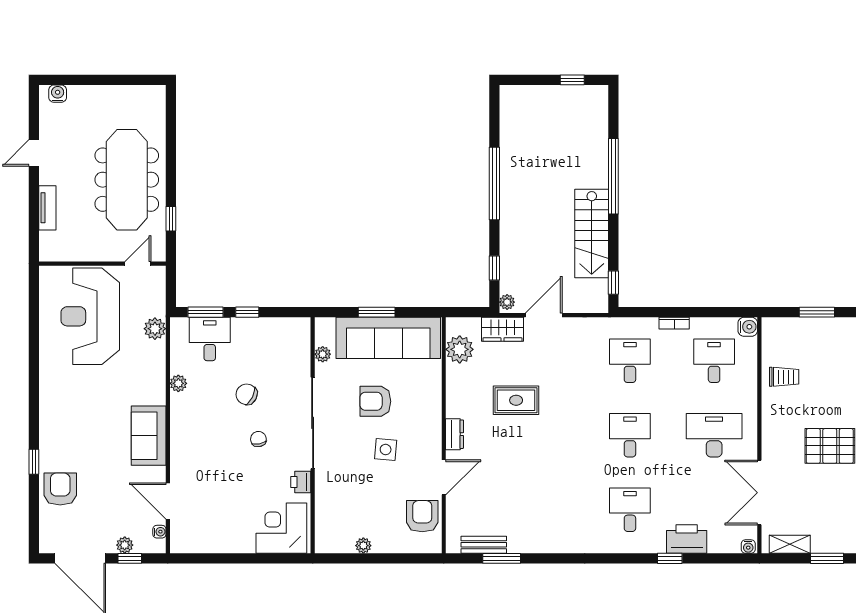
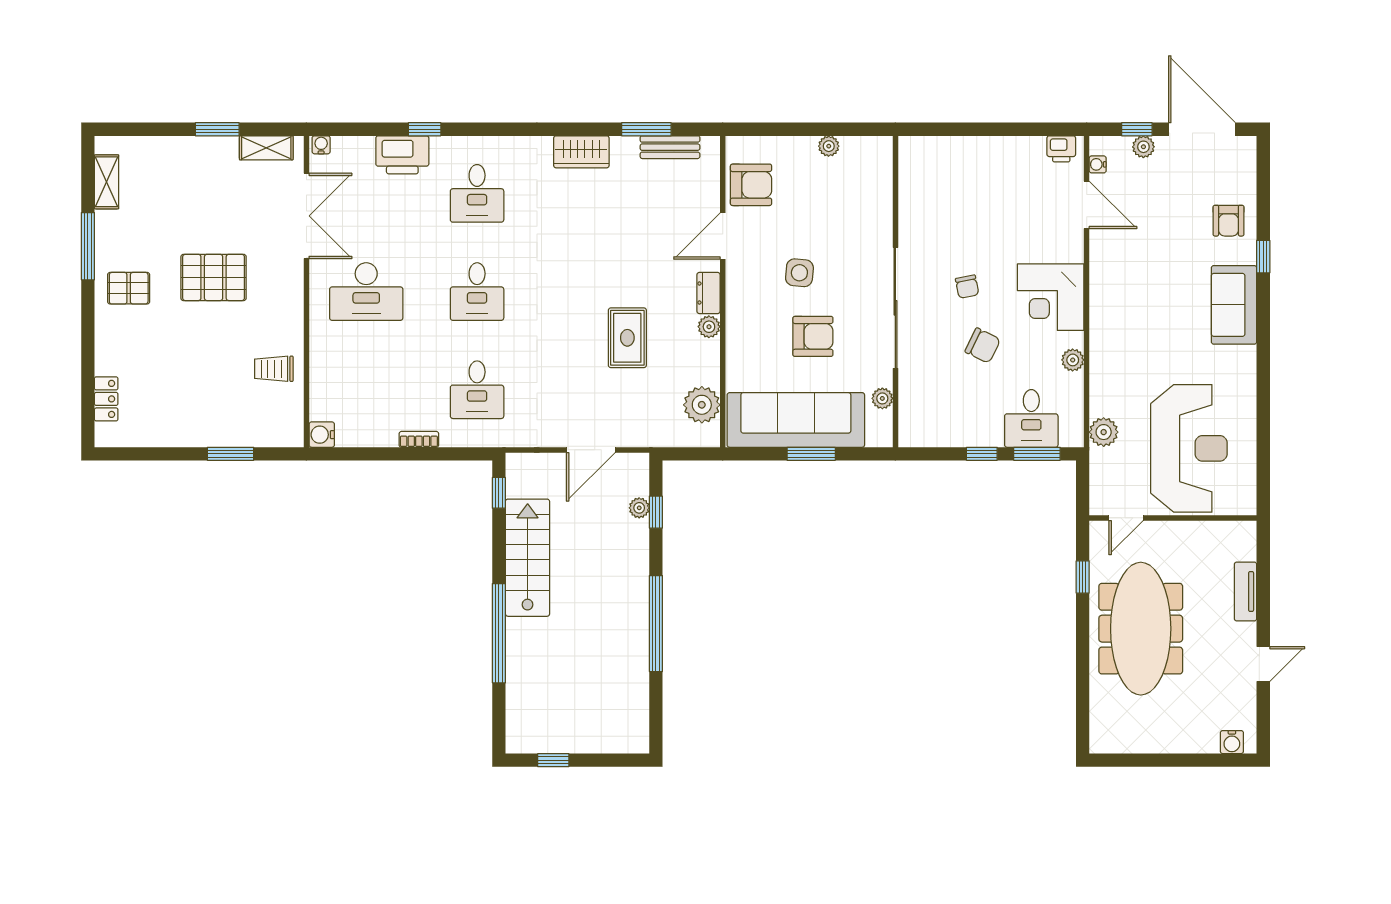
plant: (507, 302) -> (639, 508), moved
wardrobe: (502, 329) -> (581, 152), moved, turned 180
desk: (714, 361) -> (366, 390), removed
rug: (516, 400) -> (627, 338), turned 90
plant: (454, 409) -> (709, 327), added
sofa: (149, 436) -> (1234, 305), moved, turned 180
printer: (301, 482) -> (1061, 149), moved, turned 90
armchair: (60, 489) -> (1228, 221), width x0.72, depth x0.72
armchair: (422, 516) -> (751, 185), turned -90
corner desk: (281, 528) -> (1051, 297), moved, turned 90

